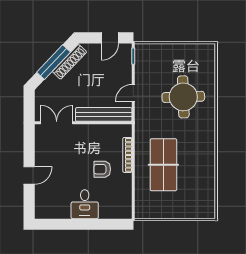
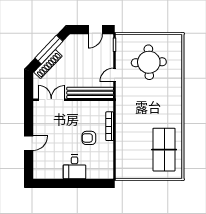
shoe rack: (70, 62) -> (48, 64), moved
round table: (183, 97) -> (149, 62), moved
table tennis table: (163, 165) -> (164, 150), moved

